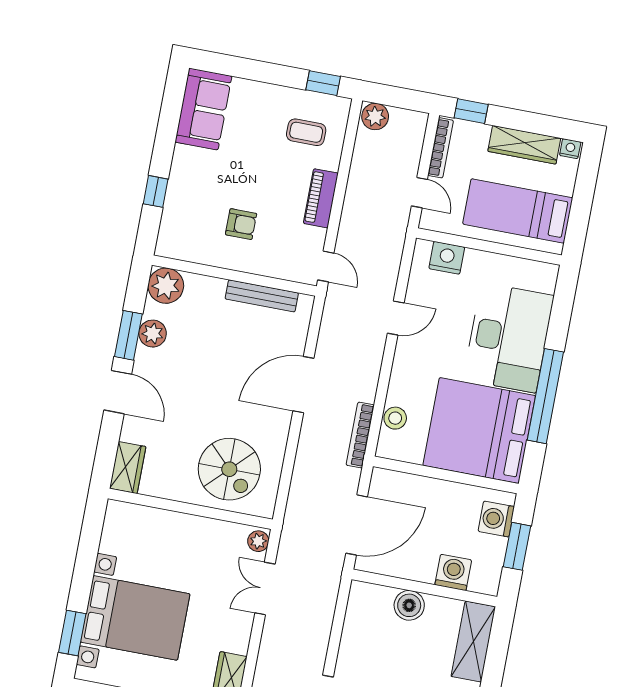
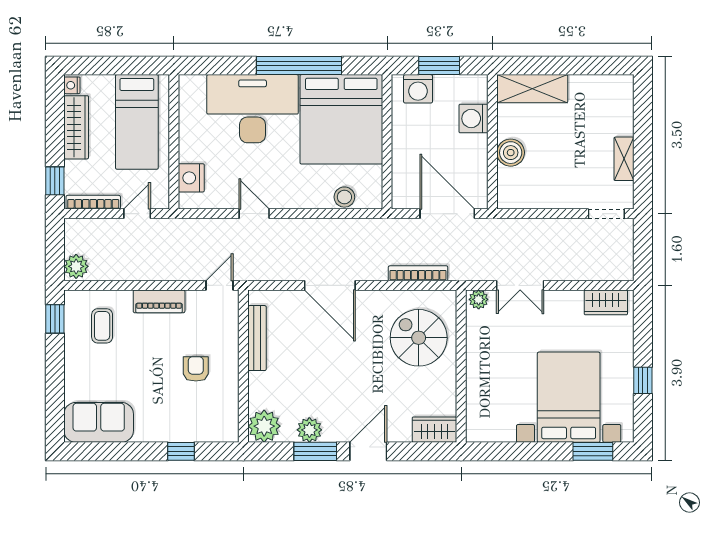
bookcase: (360, 435) -> (418, 273), moved, turned 180
spiral stairs: (229, 469) -> (419, 338), turned -90

